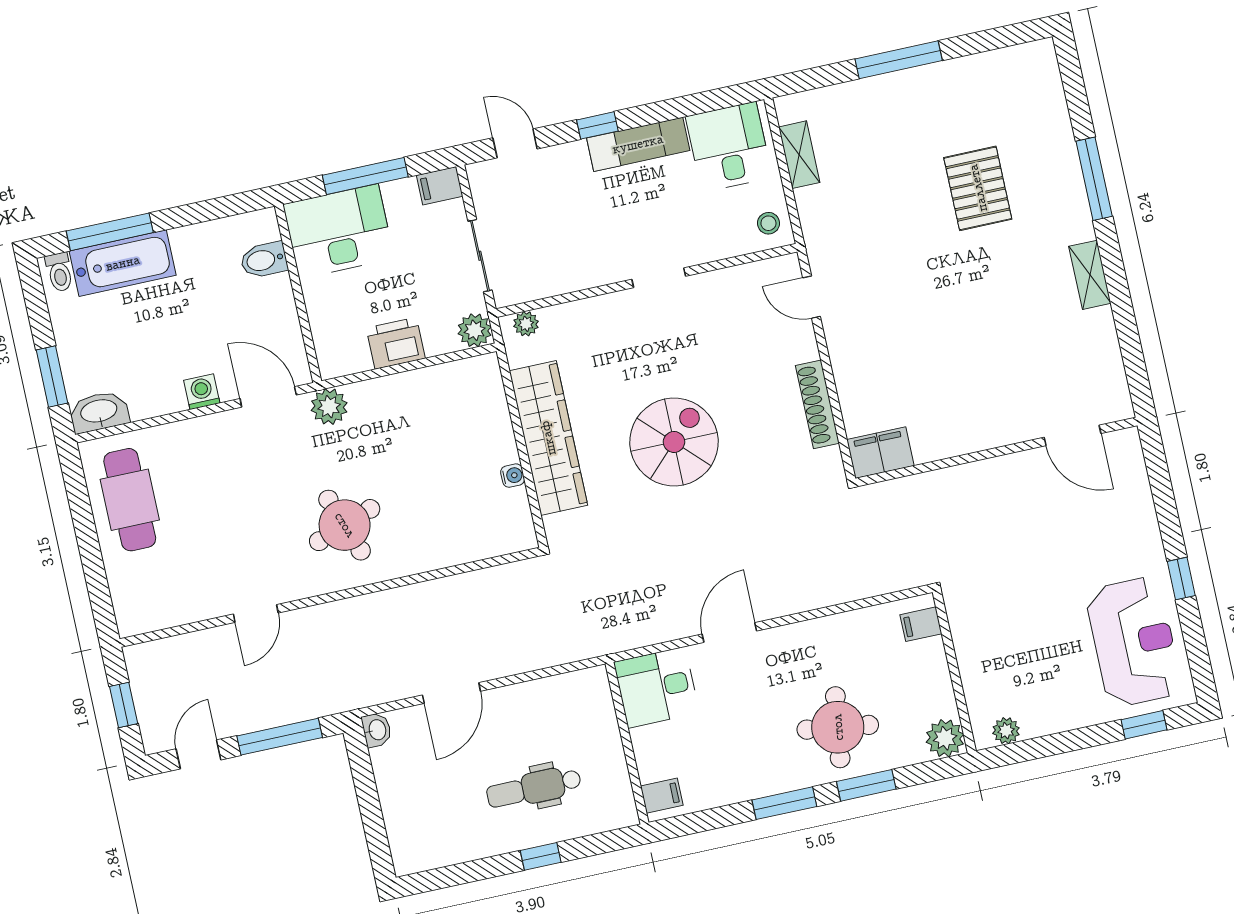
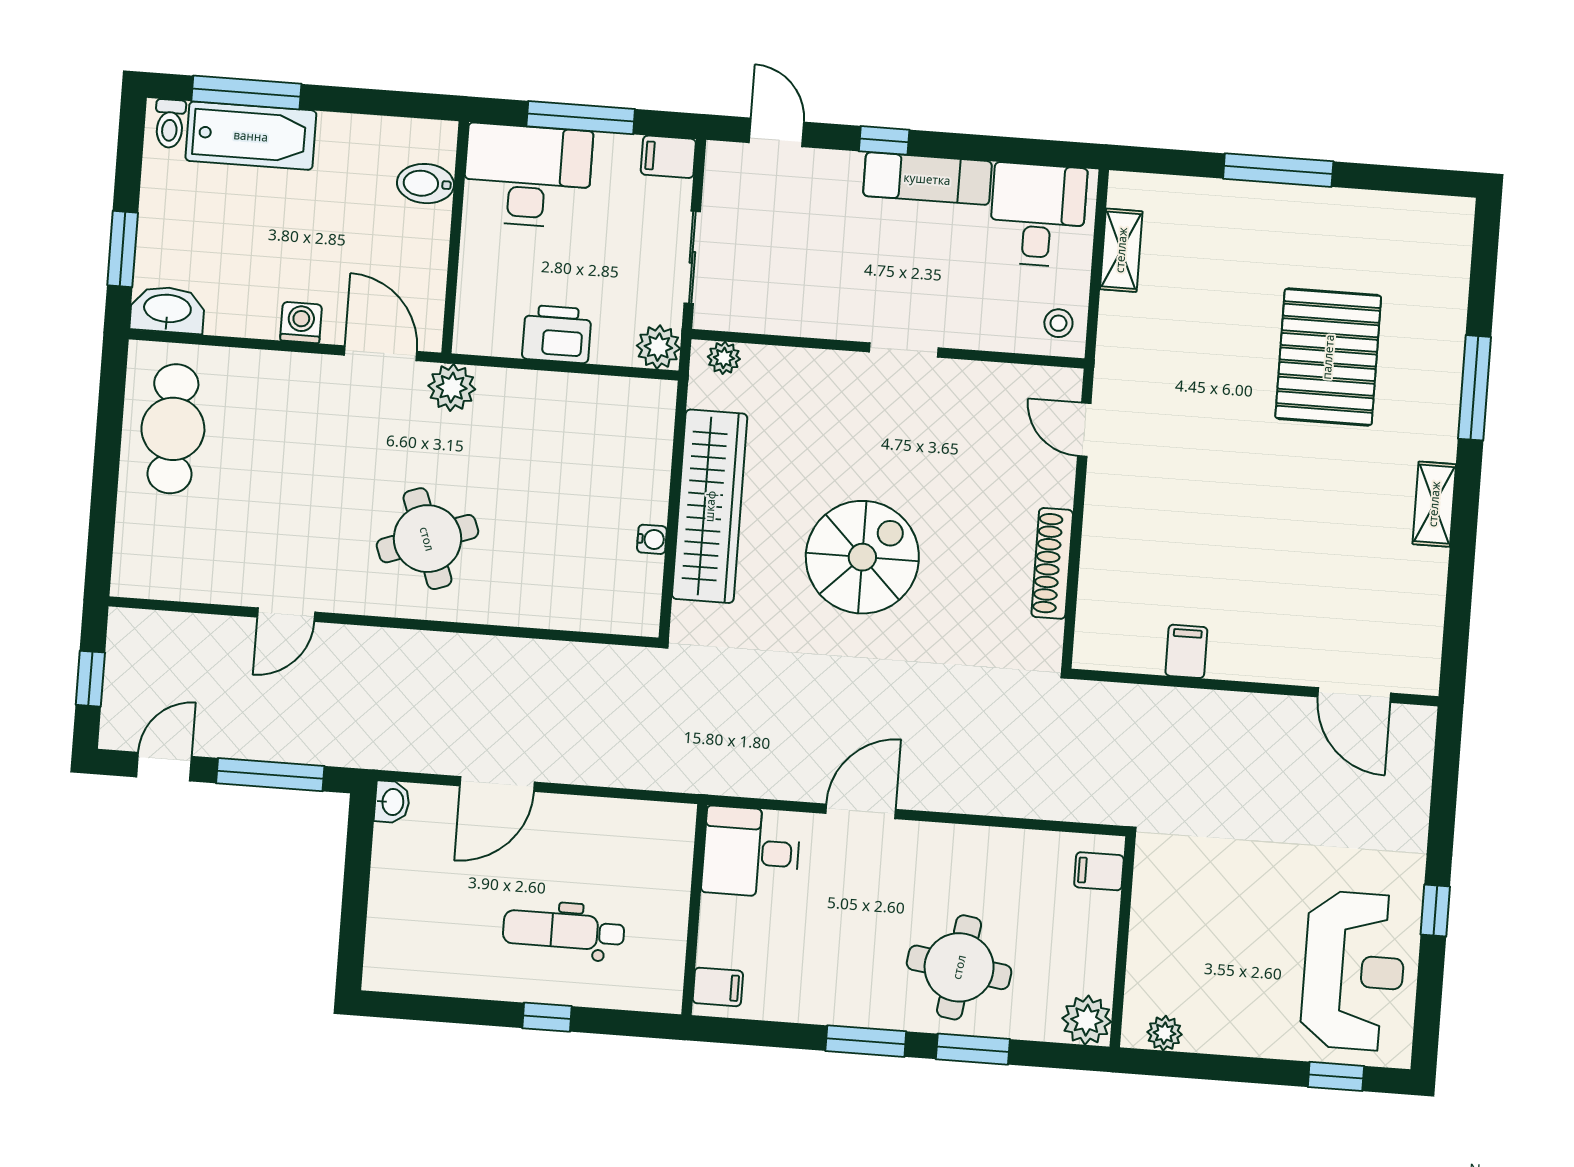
pallet: (978, 188) -> (1328, 357), width x1.37, depth x1.41
filing cabinet: (880, 453) -> (1186, 651), moved, width x0.50

